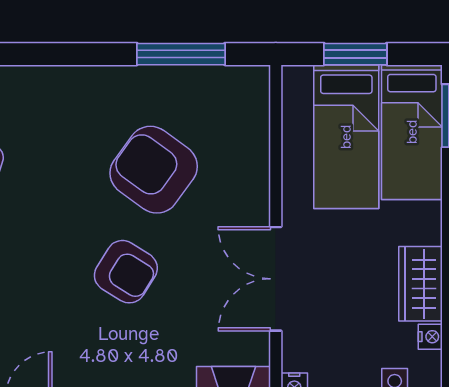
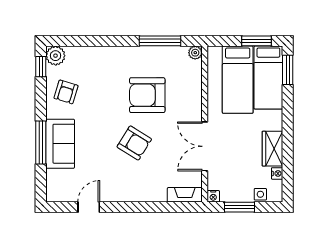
window: (355, 54) -> (256, 41), moved
plant: (256, 79) -> (195, 53), added
armchair: (154, 170) -> (147, 95), turned -36

